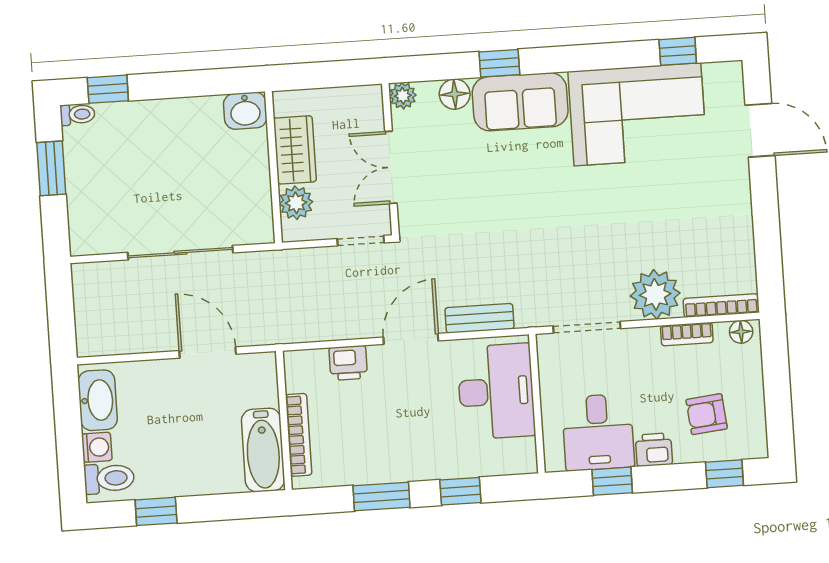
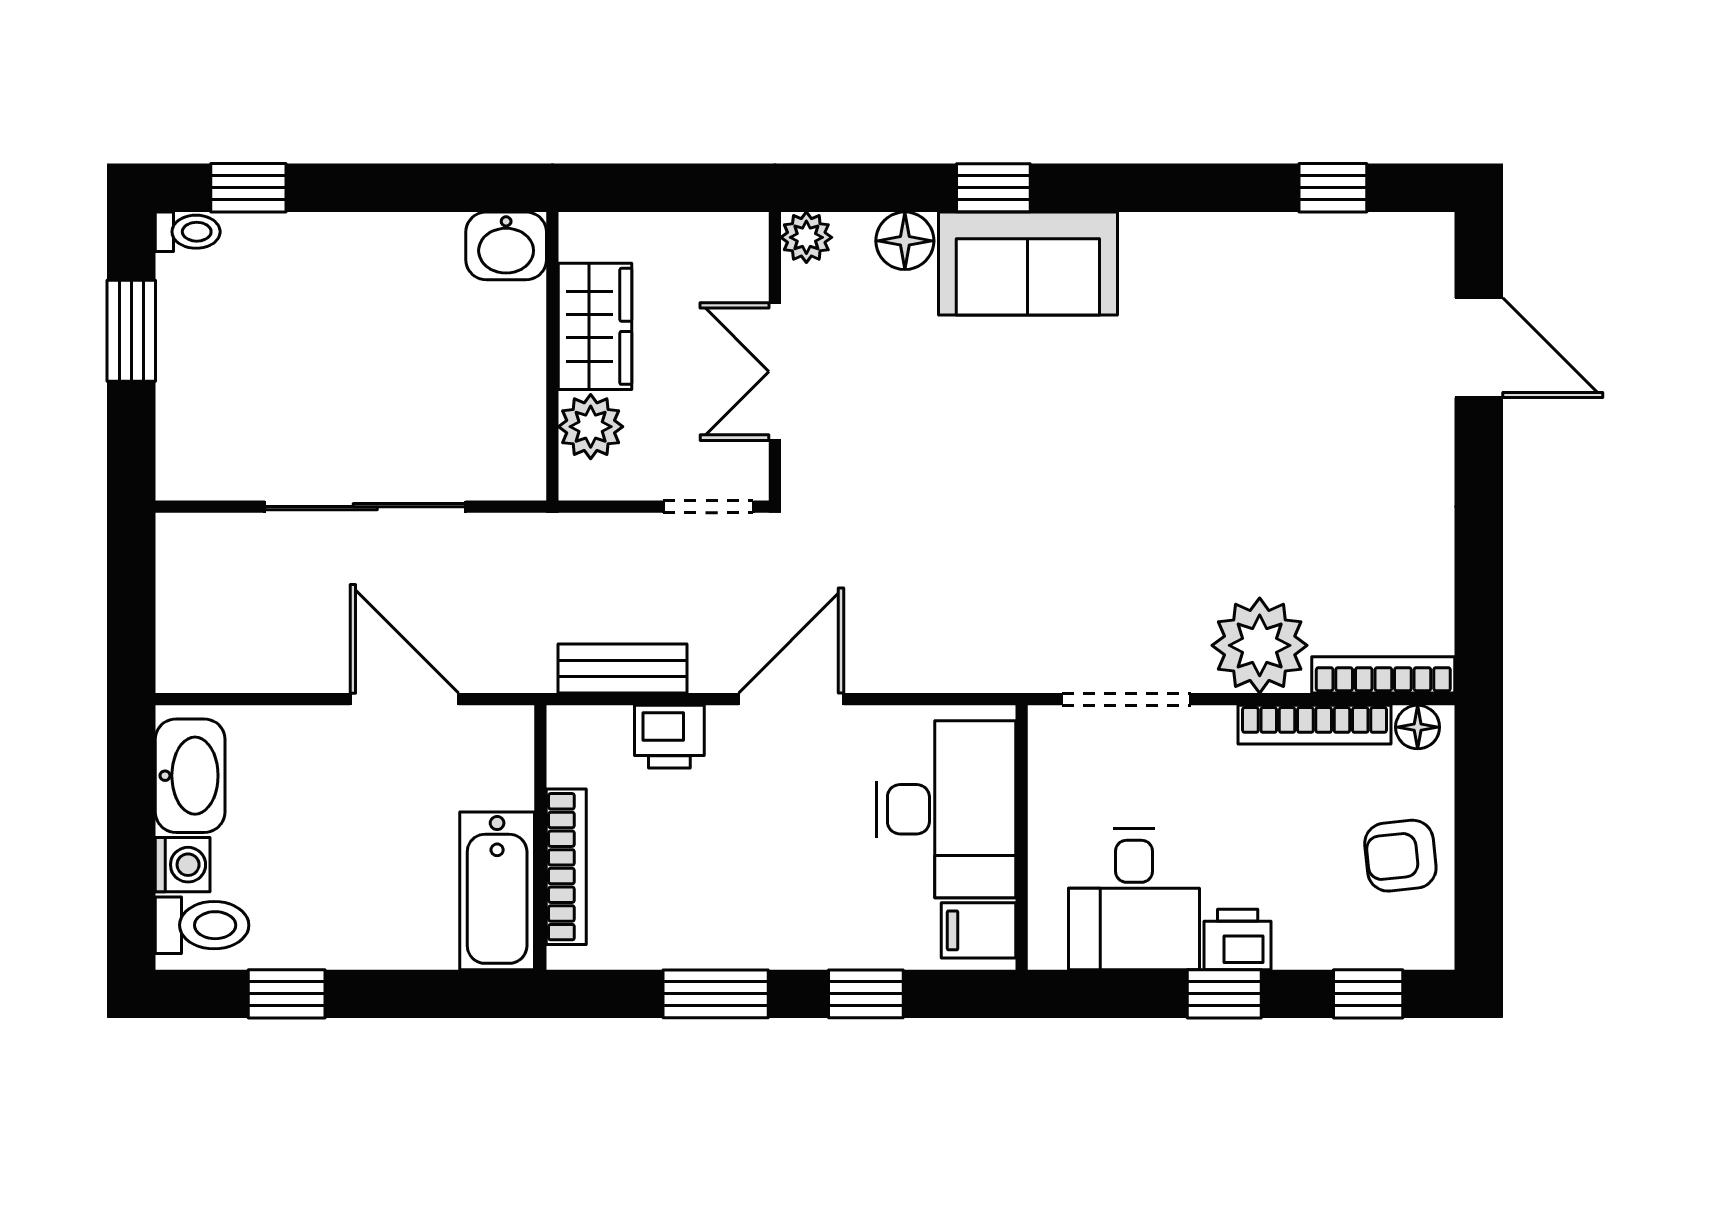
corner sofa: (637, 114) -> (1249, 302), removed
bench: (479, 318) -> (623, 669), moved
bookcase: (687, 334) -> (1314, 725), width x1.56
armchair: (707, 414) -> (1400, 856), moved
filing cabinet: (517, 454) -> (978, 930), added
window: (612, 481) -> (1224, 994), moved

